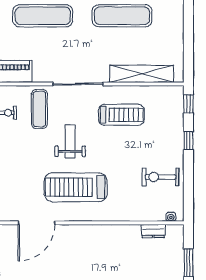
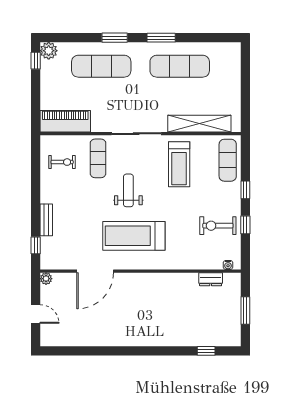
window: (188, 104) -> (245, 225), moved
exercise mat: (170, 111) -> (228, 160), added
treadmill: (121, 115) -> (179, 164), turned 90

